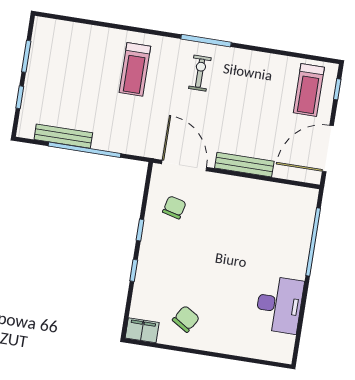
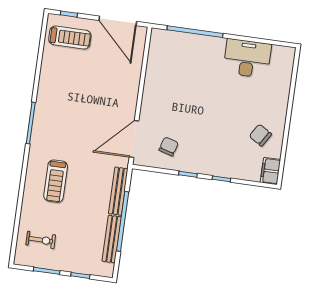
treadmill: (135, 69) -> (56, 181), turned 90
exercise bike: (200, 73) -> (41, 240), moved, turned 180
bench: (244, 165) -> (118, 191), moved
chair: (174, 207) -> (169, 146), turned 92

